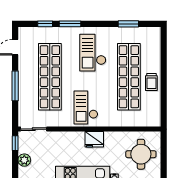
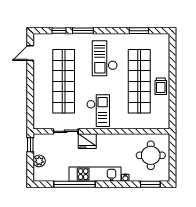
window: (15, 86) -> (30, 90), removed
checkout: (86, 107) -> (98, 111), turned 180
sliding door: (34, 129) -> (66, 131), moved
fridge: (94, 139) -> (87, 141), moved

